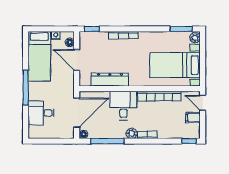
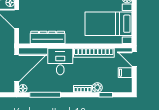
plant: (132, 133) -> (97, 88), moved
window: (189, 141) -> (106, 95), moved

